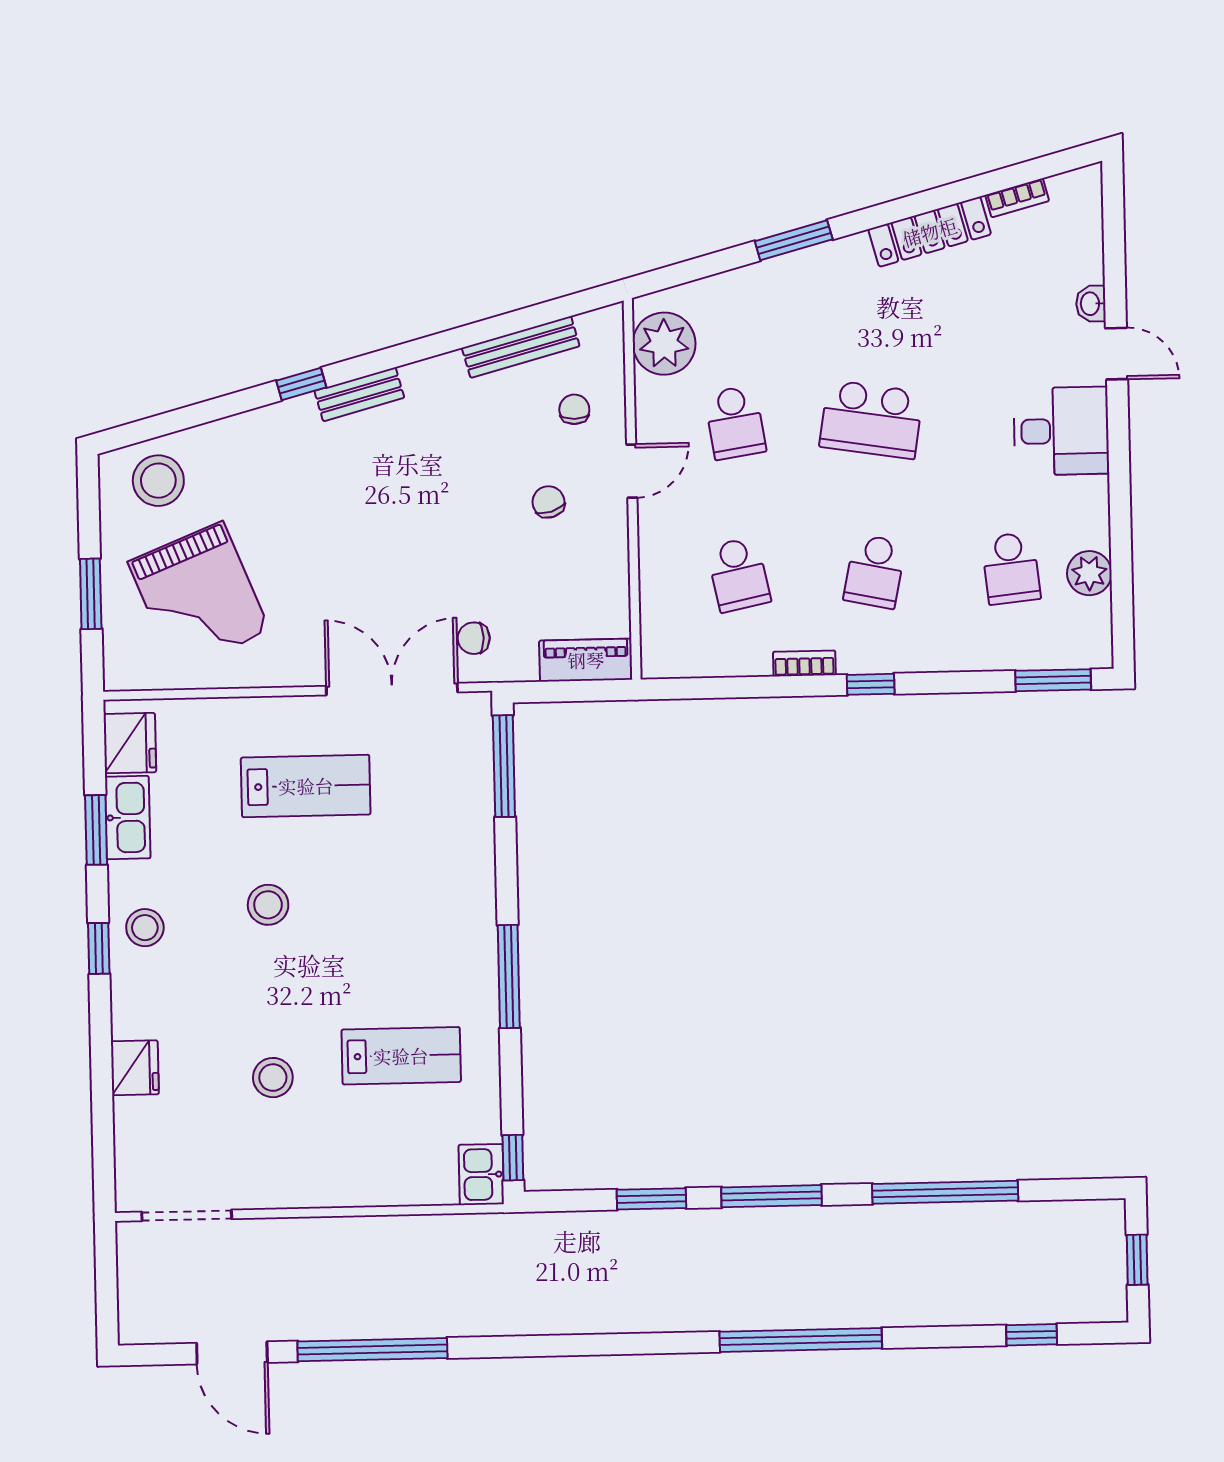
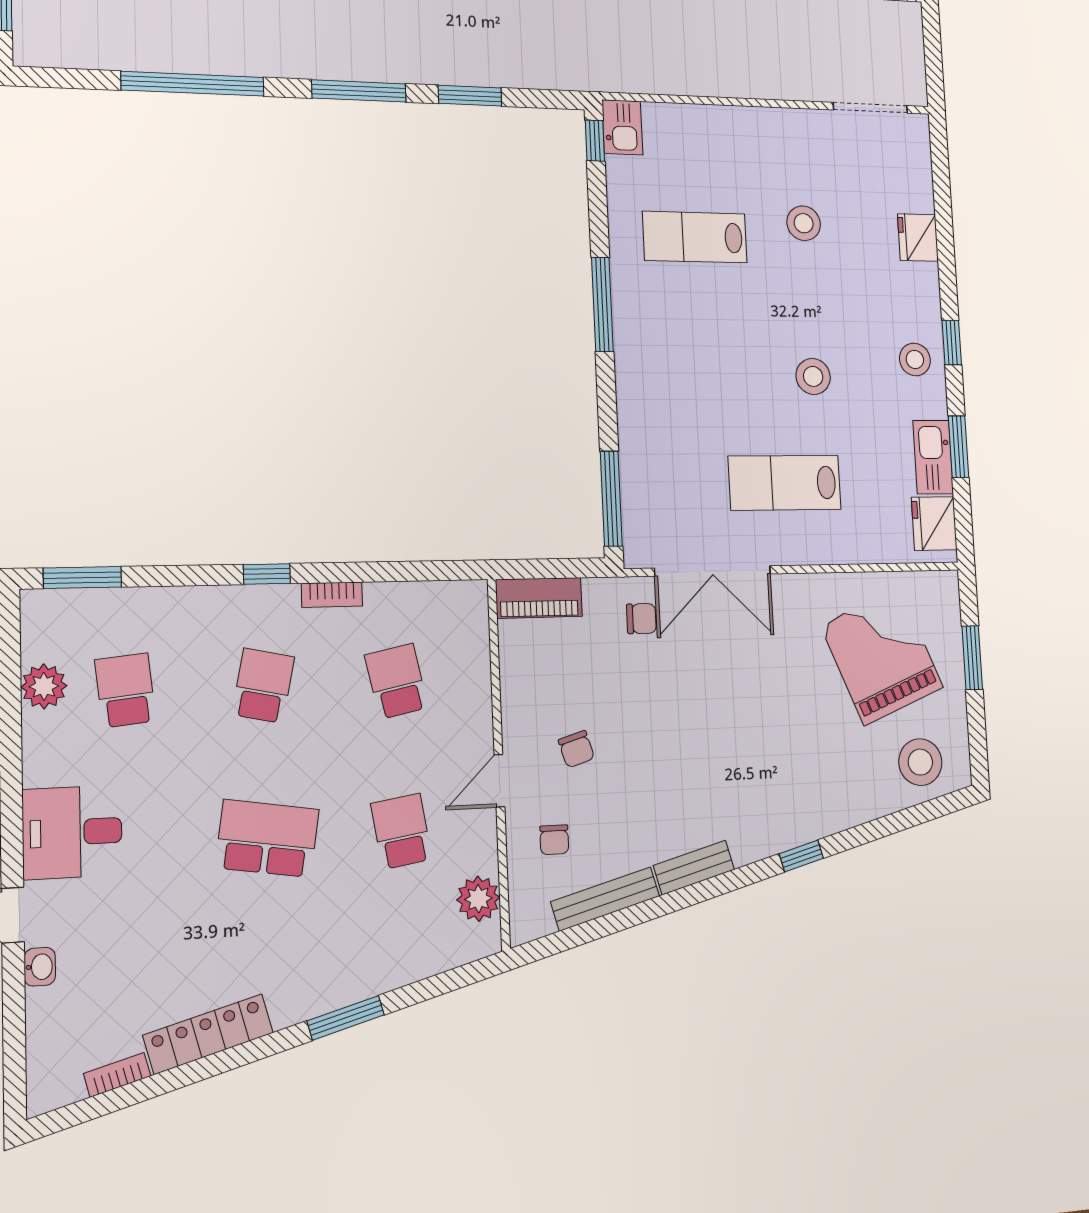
plant: (664, 344) -> (478, 899), width x0.73, depth x0.73
bench: (359, 394) -> (694, 868), moved

